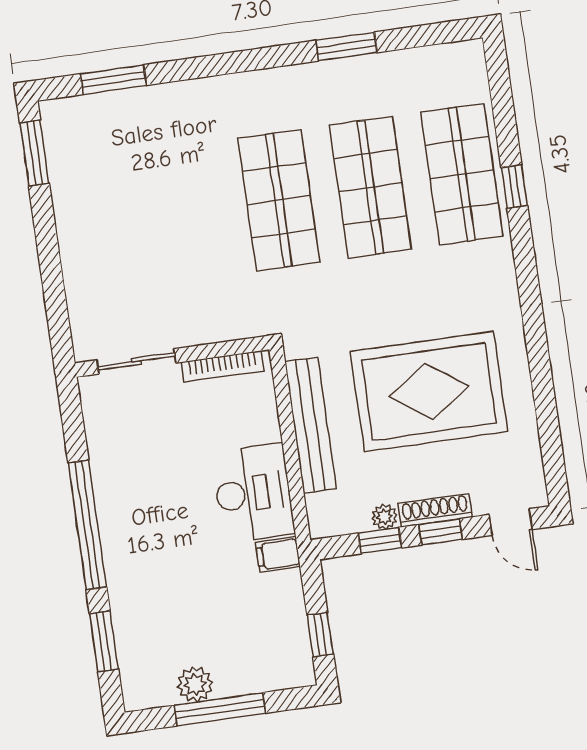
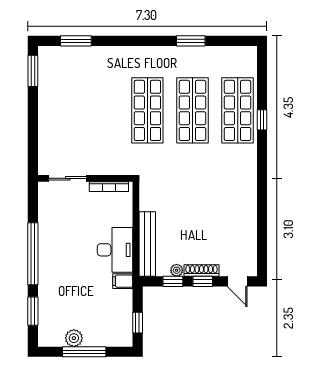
rug: (429, 392) -> (207, 213), removed
bench: (311, 425) -> (147, 244), moved

